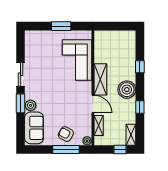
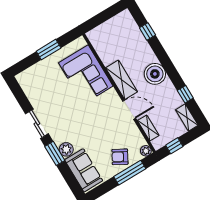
window: (140, 67) -> (147, 31), moved
window: (140, 107) -> (185, 94), moved
window: (120, 150) -> (174, 146), moved

